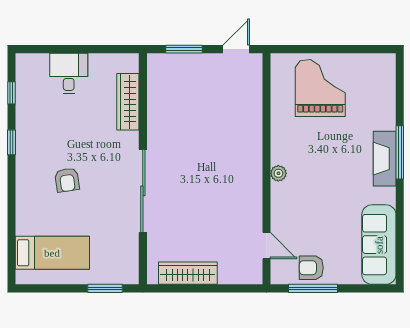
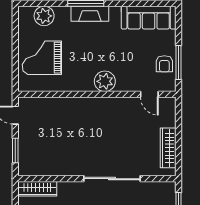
plant: (381, 91) -> (44, 16), added
wardrobe: (128, 102) -> (37, 189), moved
plant: (278, 173) -> (105, 81), width x1.88, depth x1.88
door: (266, 246) -> (149, 94), swing flipped

